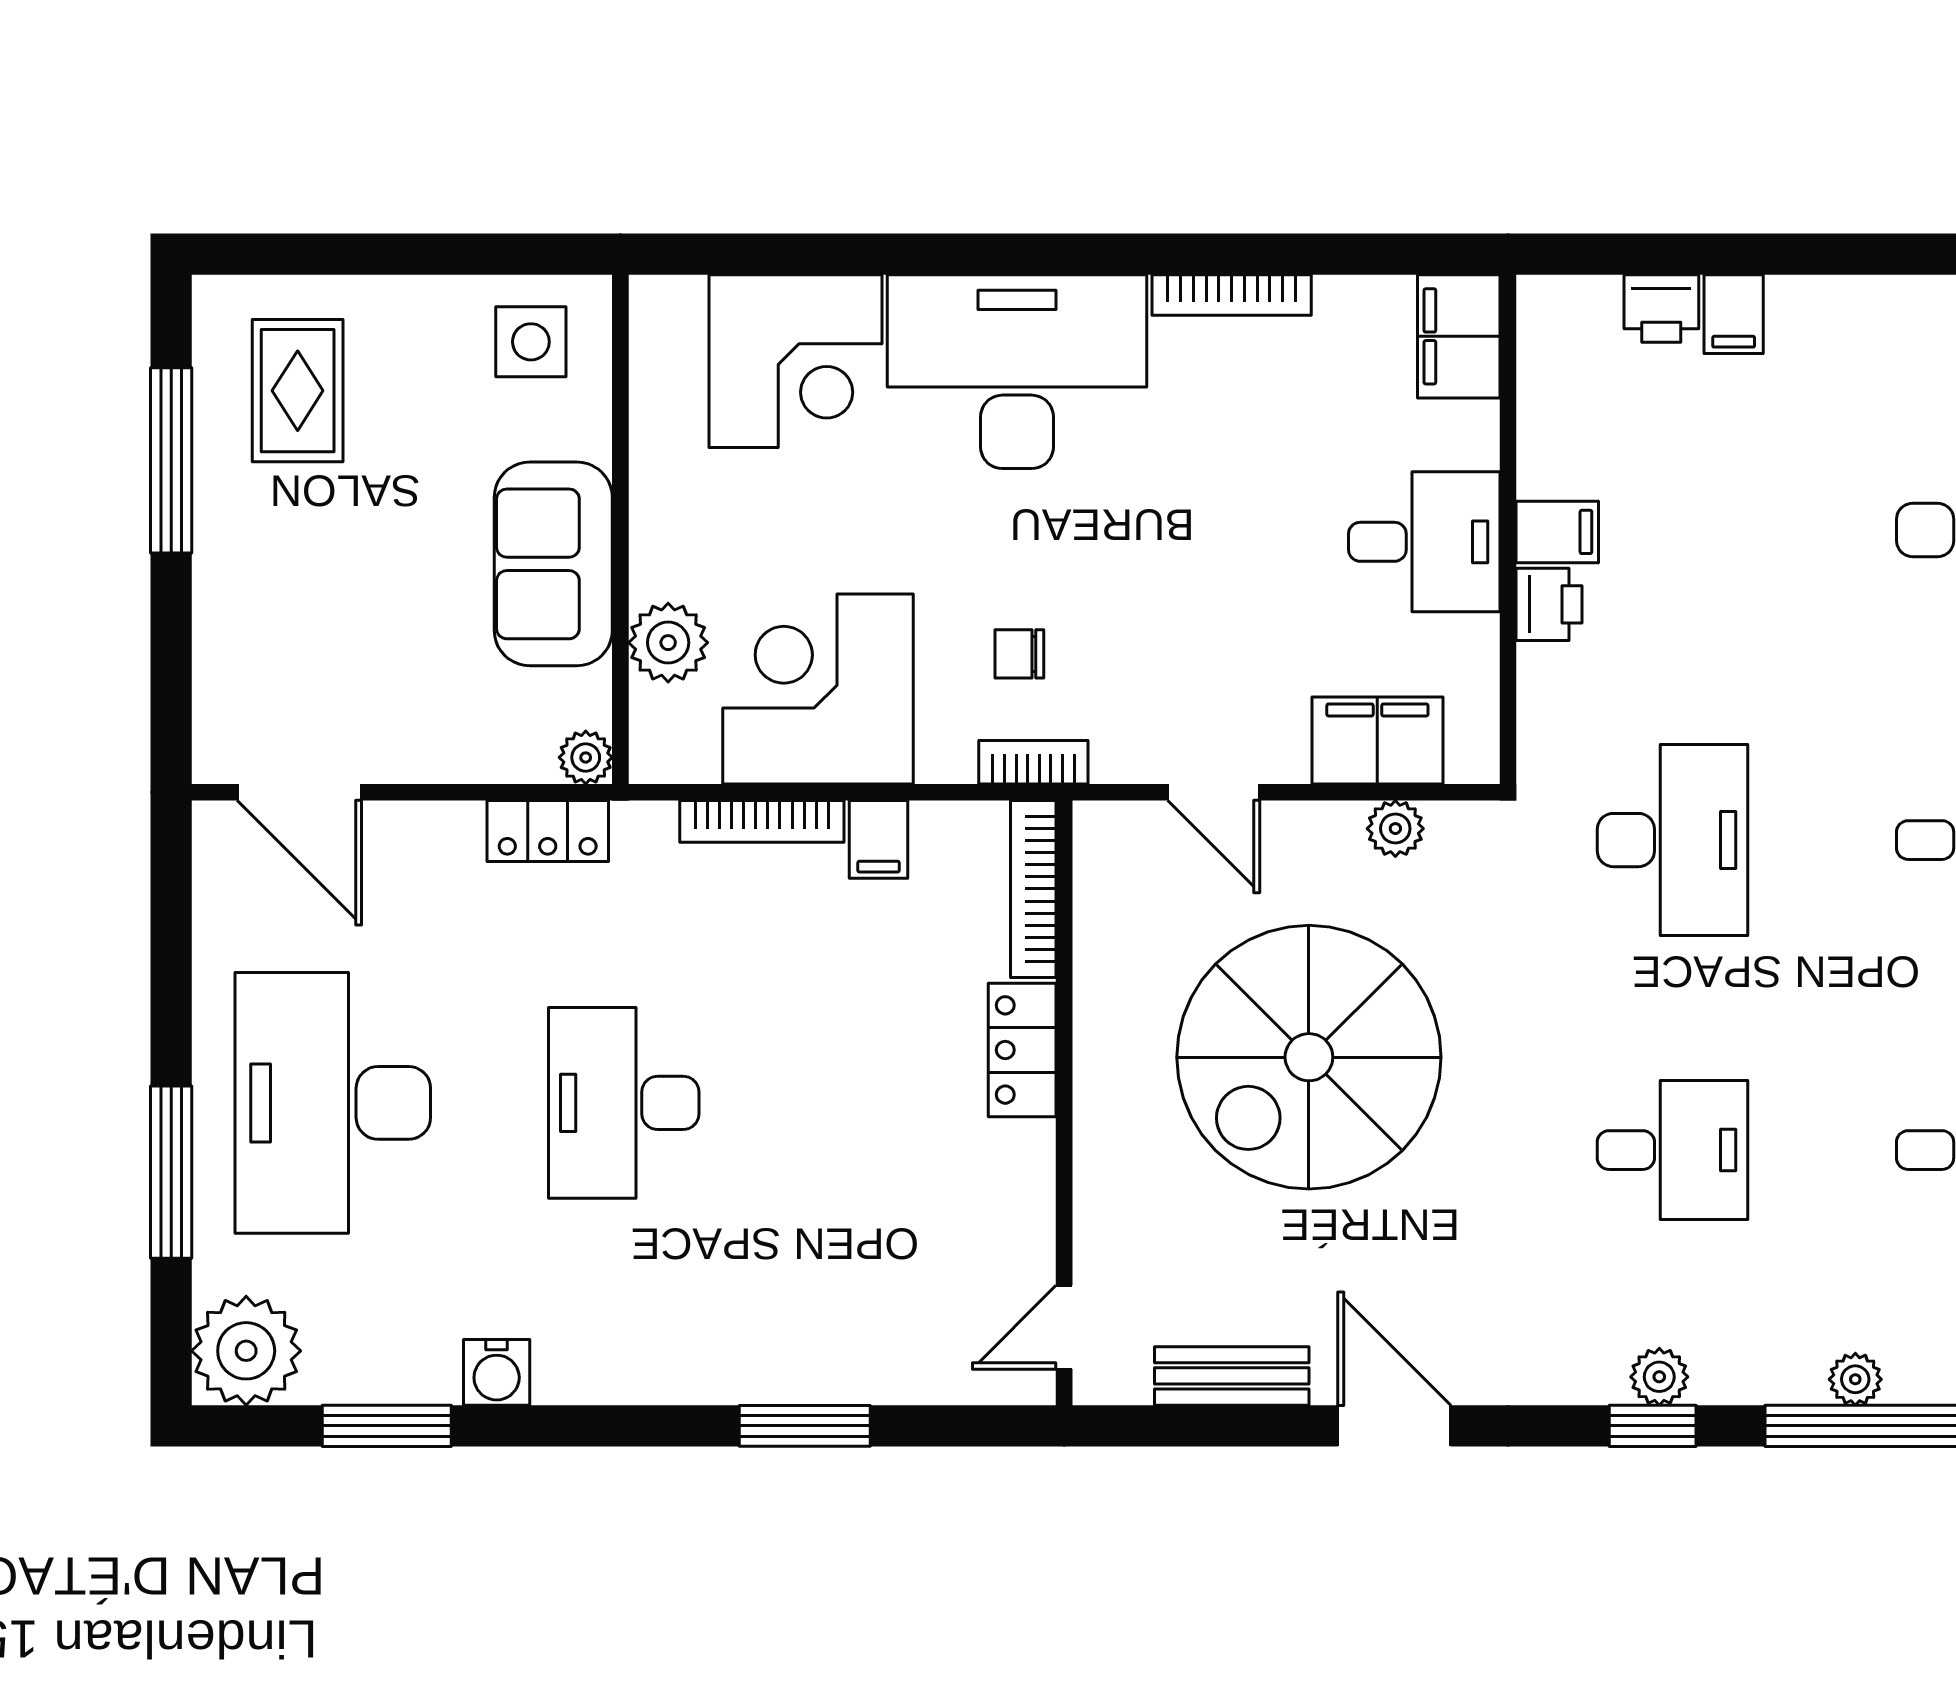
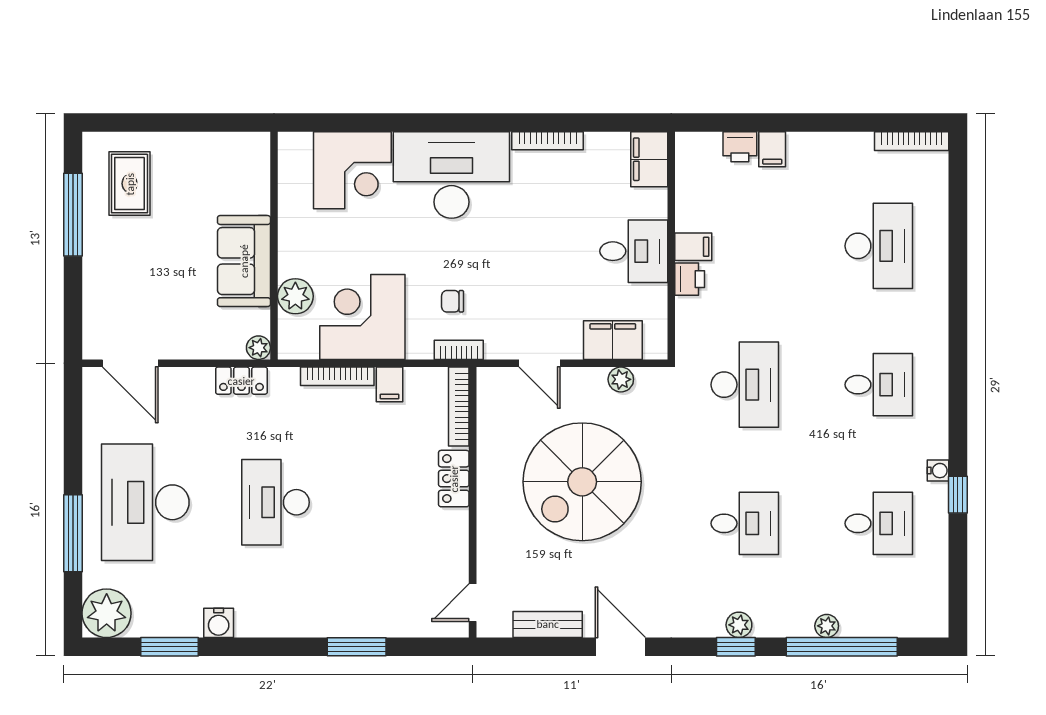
side table: (531, 342) -> (234, 162), removed

